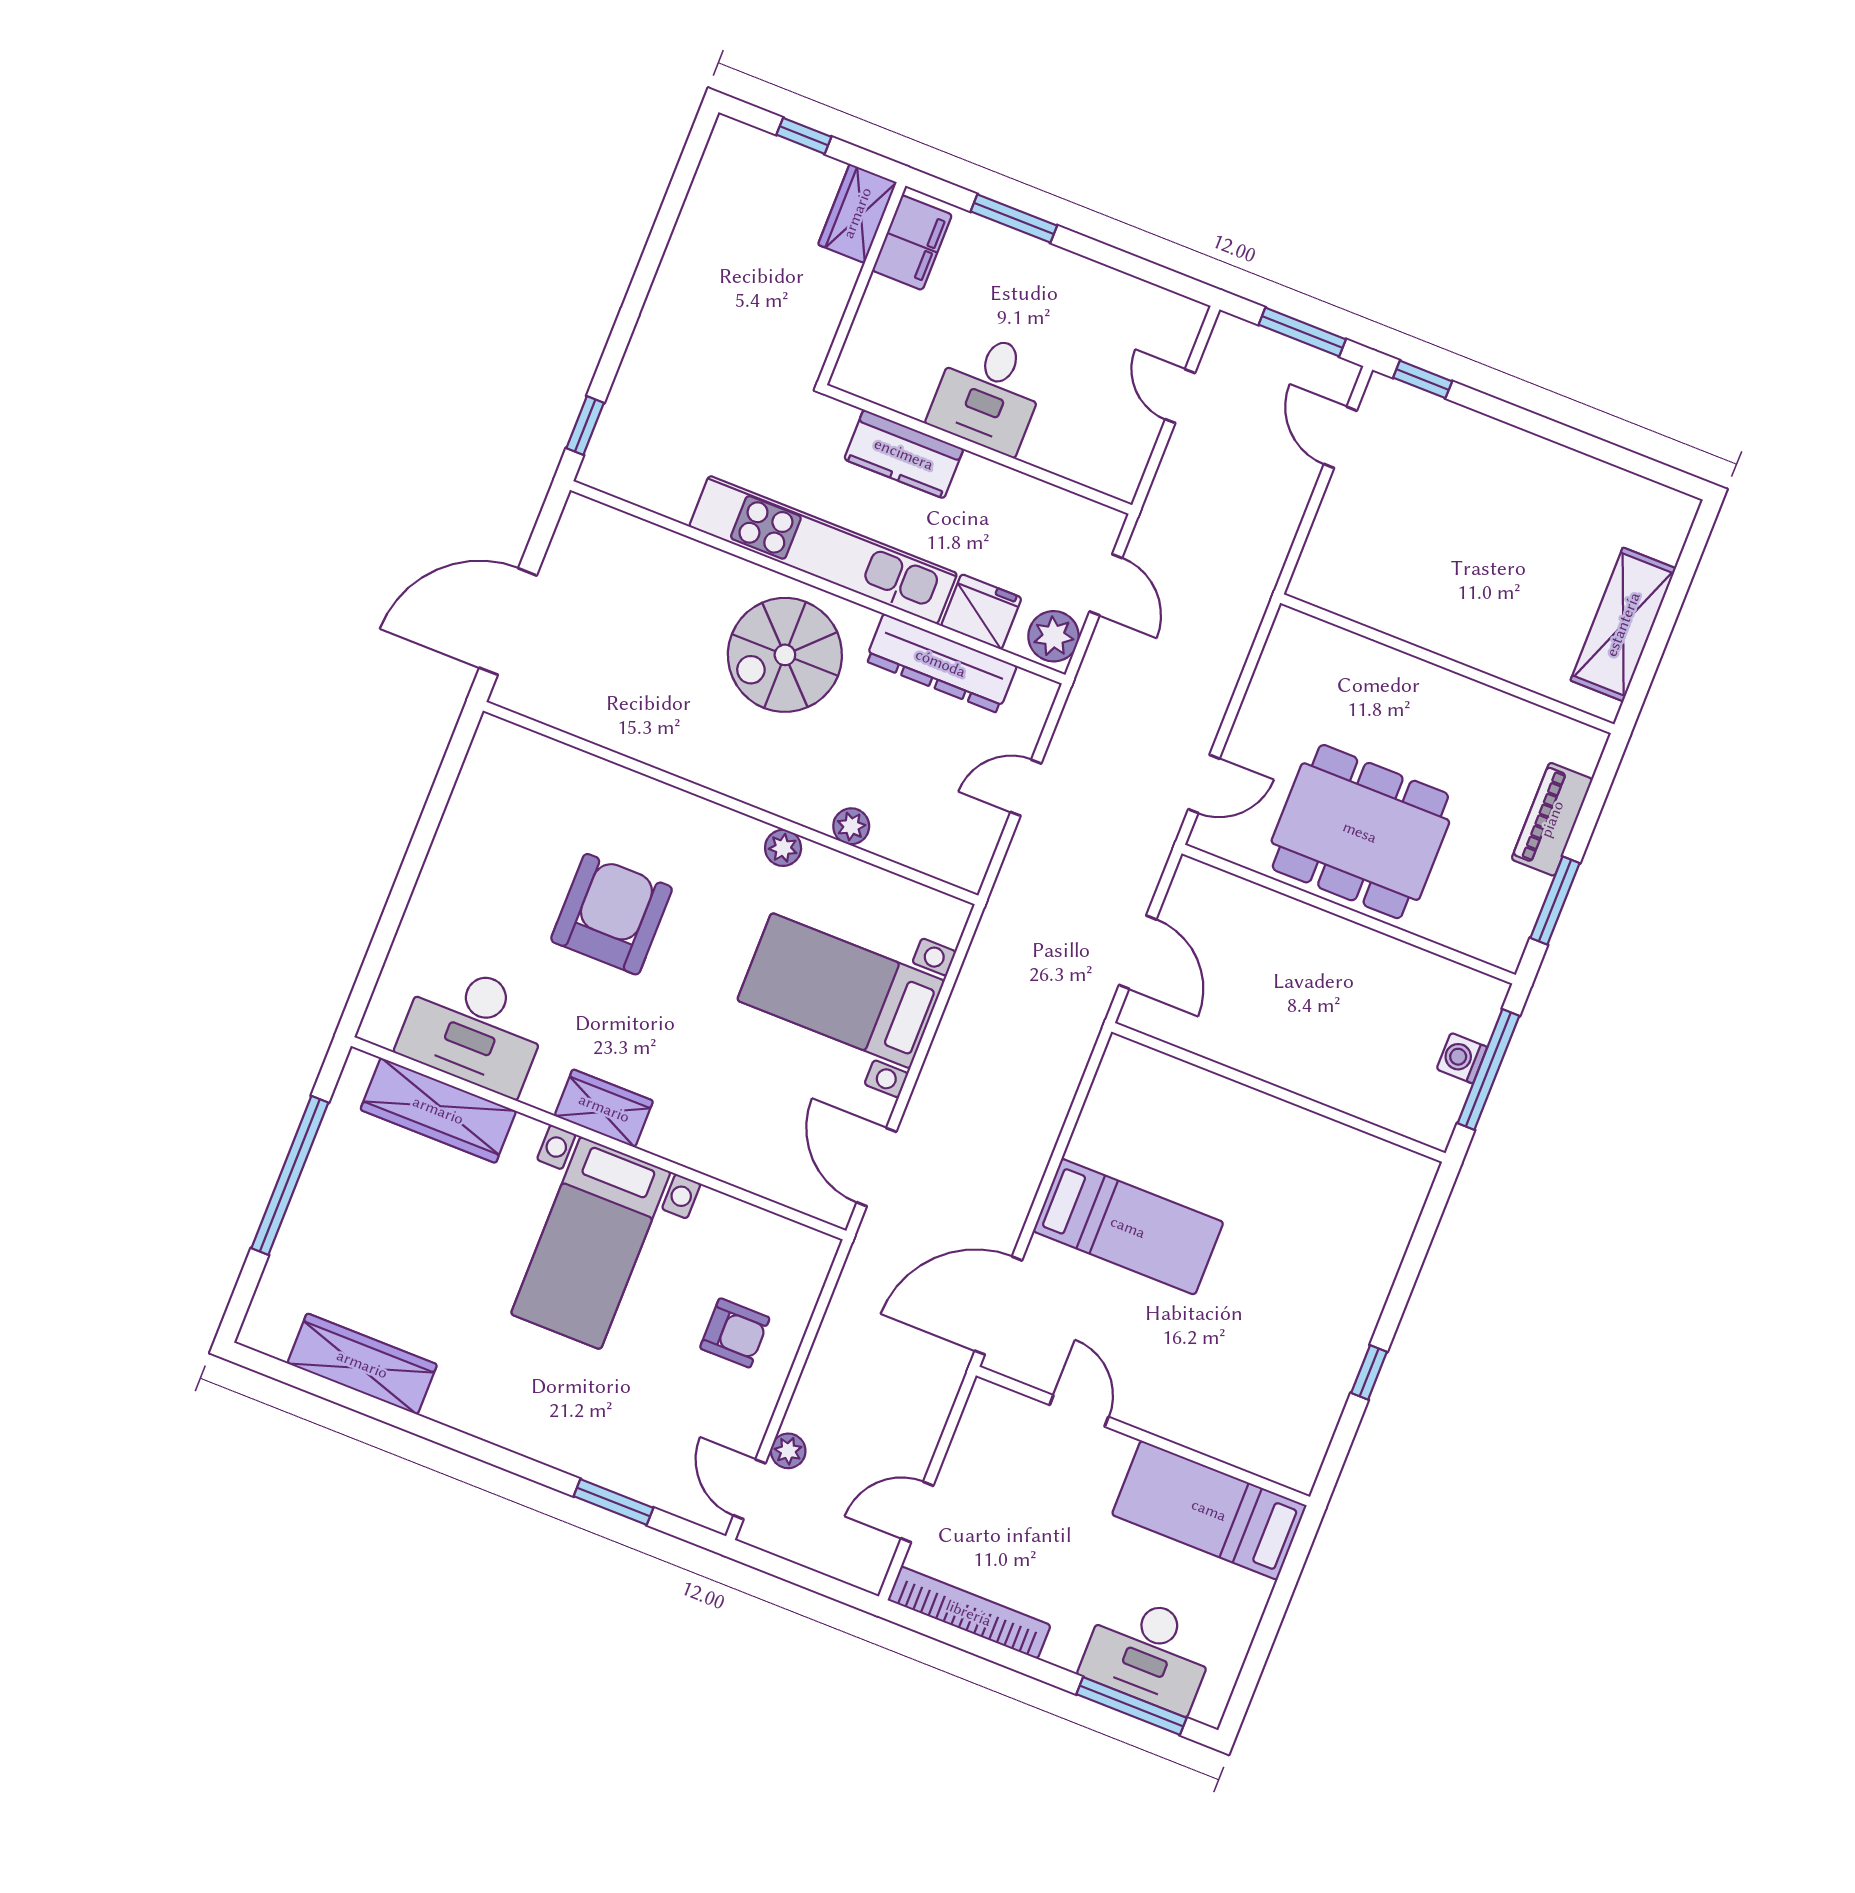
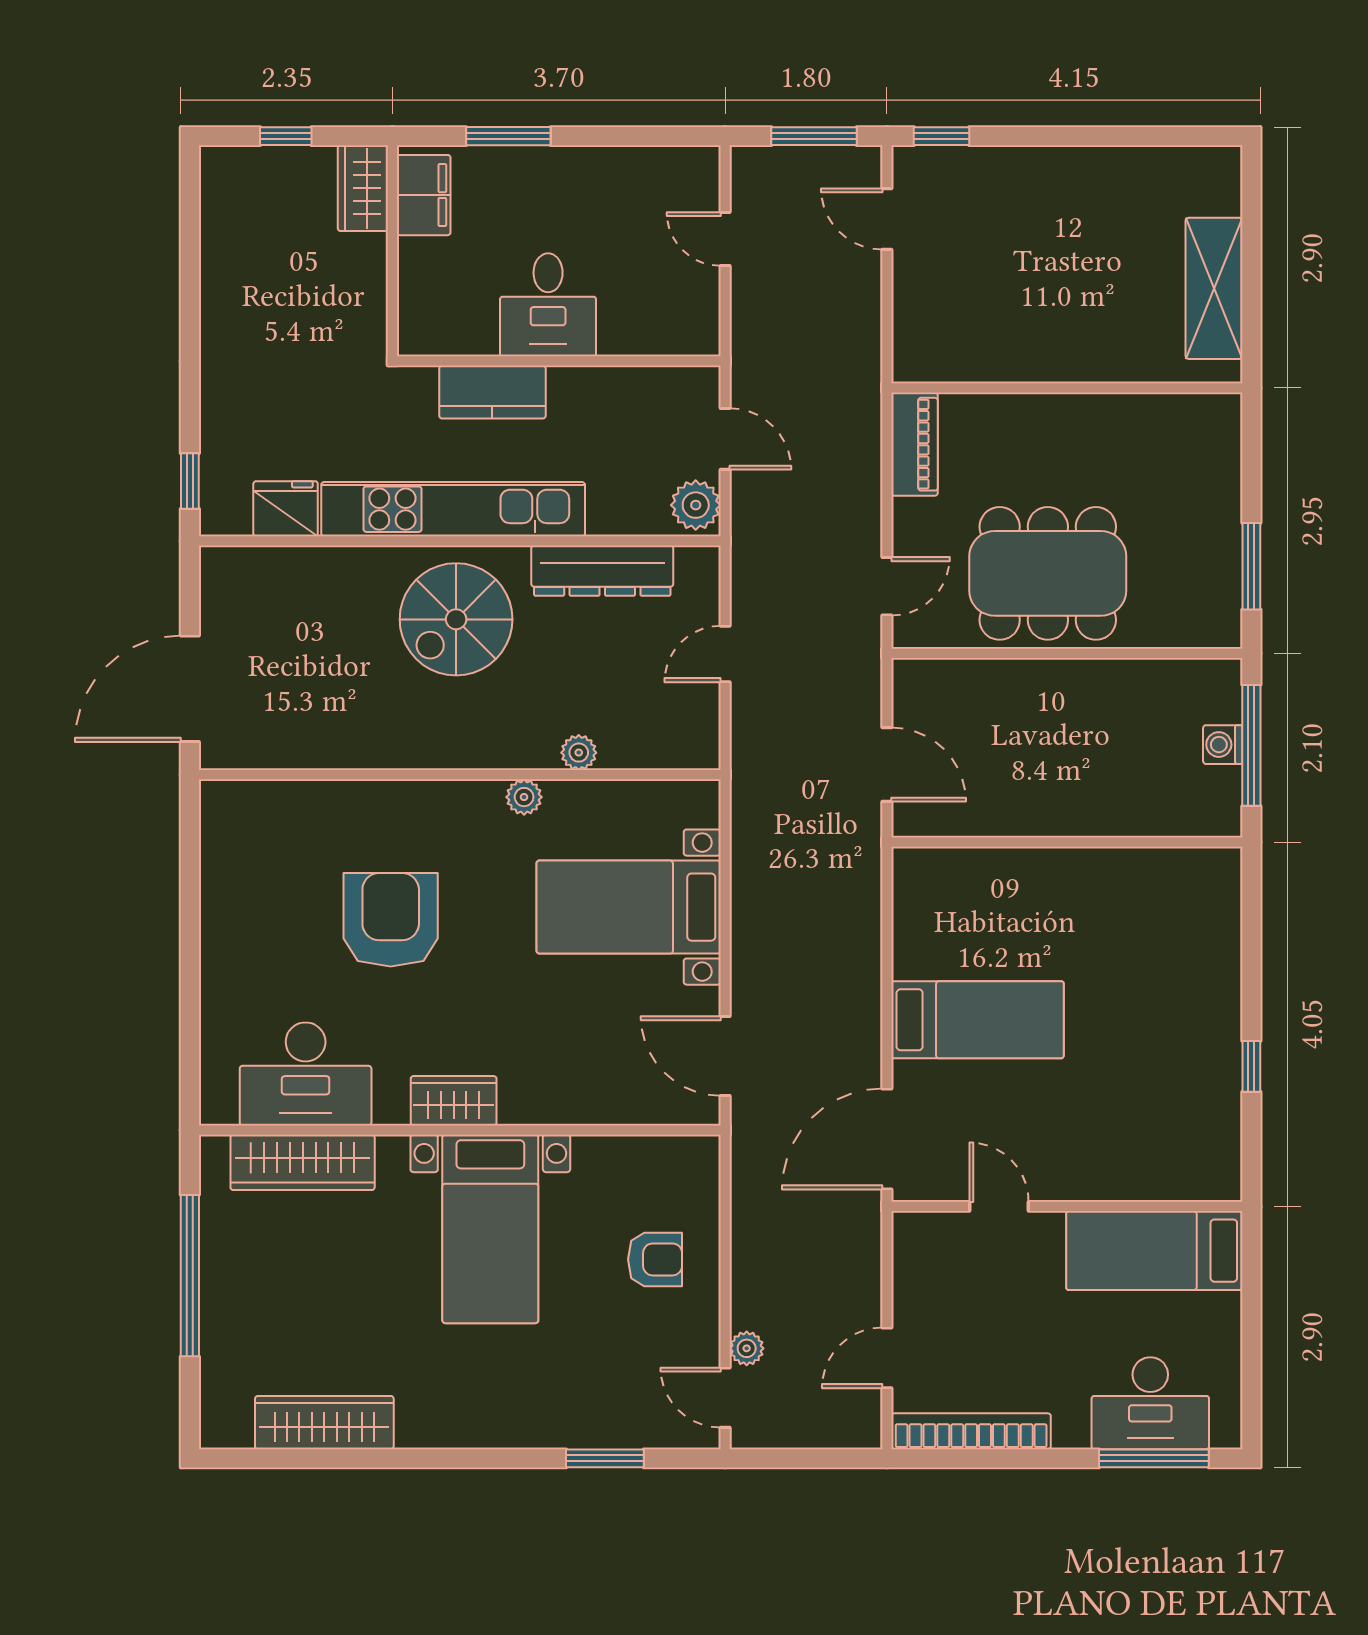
fridge: (981, 612) -> (286, 509), moved
piano: (1552, 819) -> (915, 444), moved, turned 180

